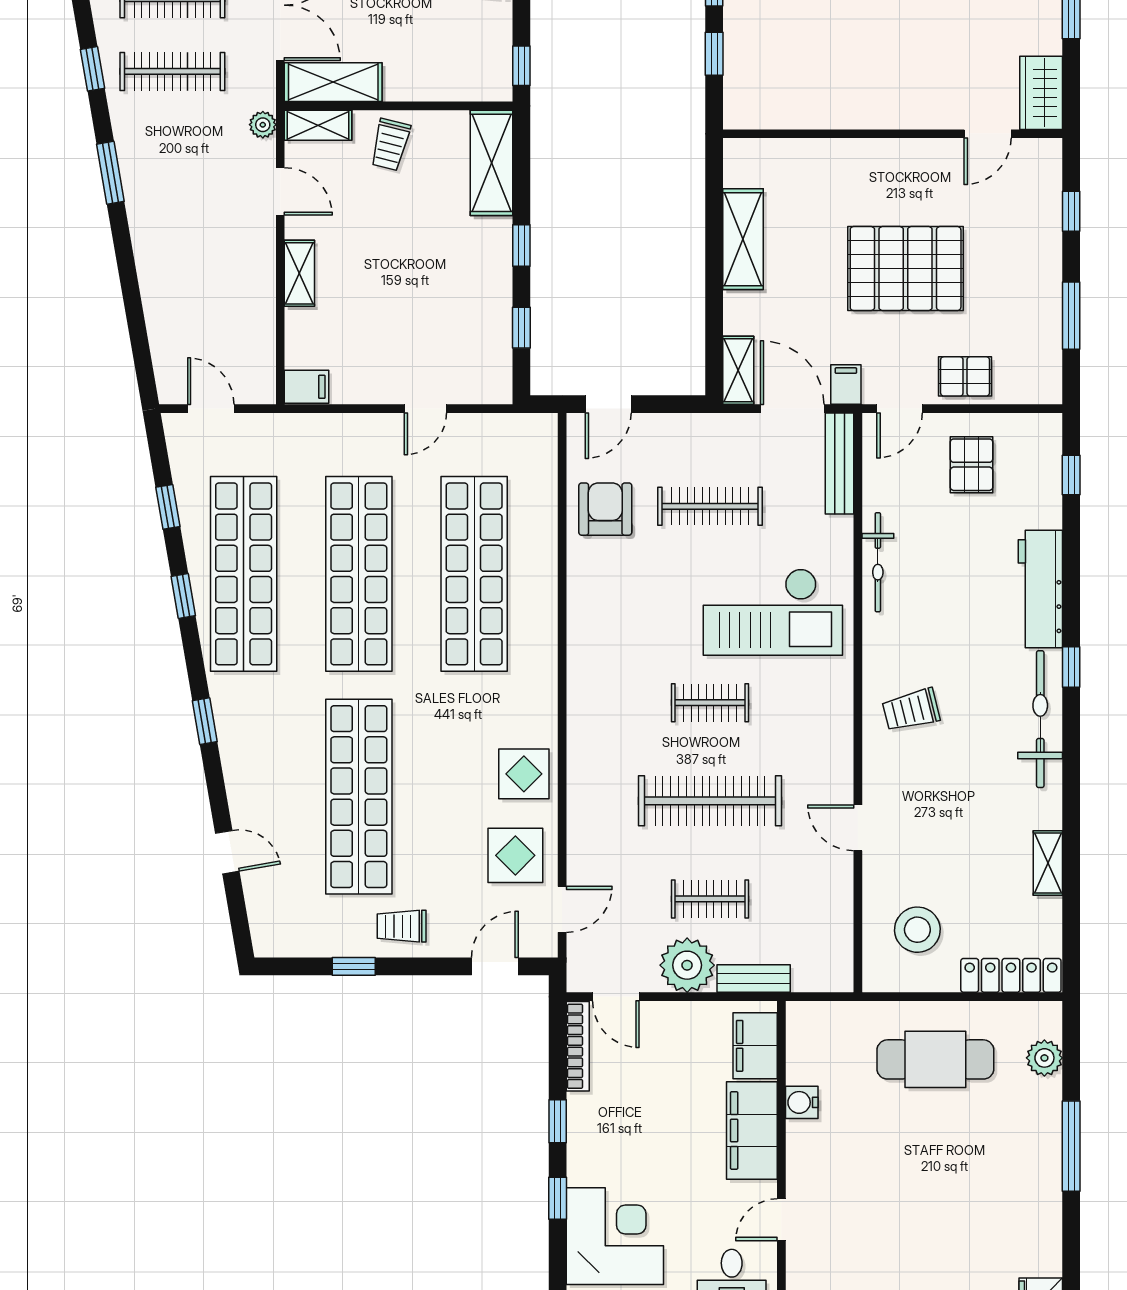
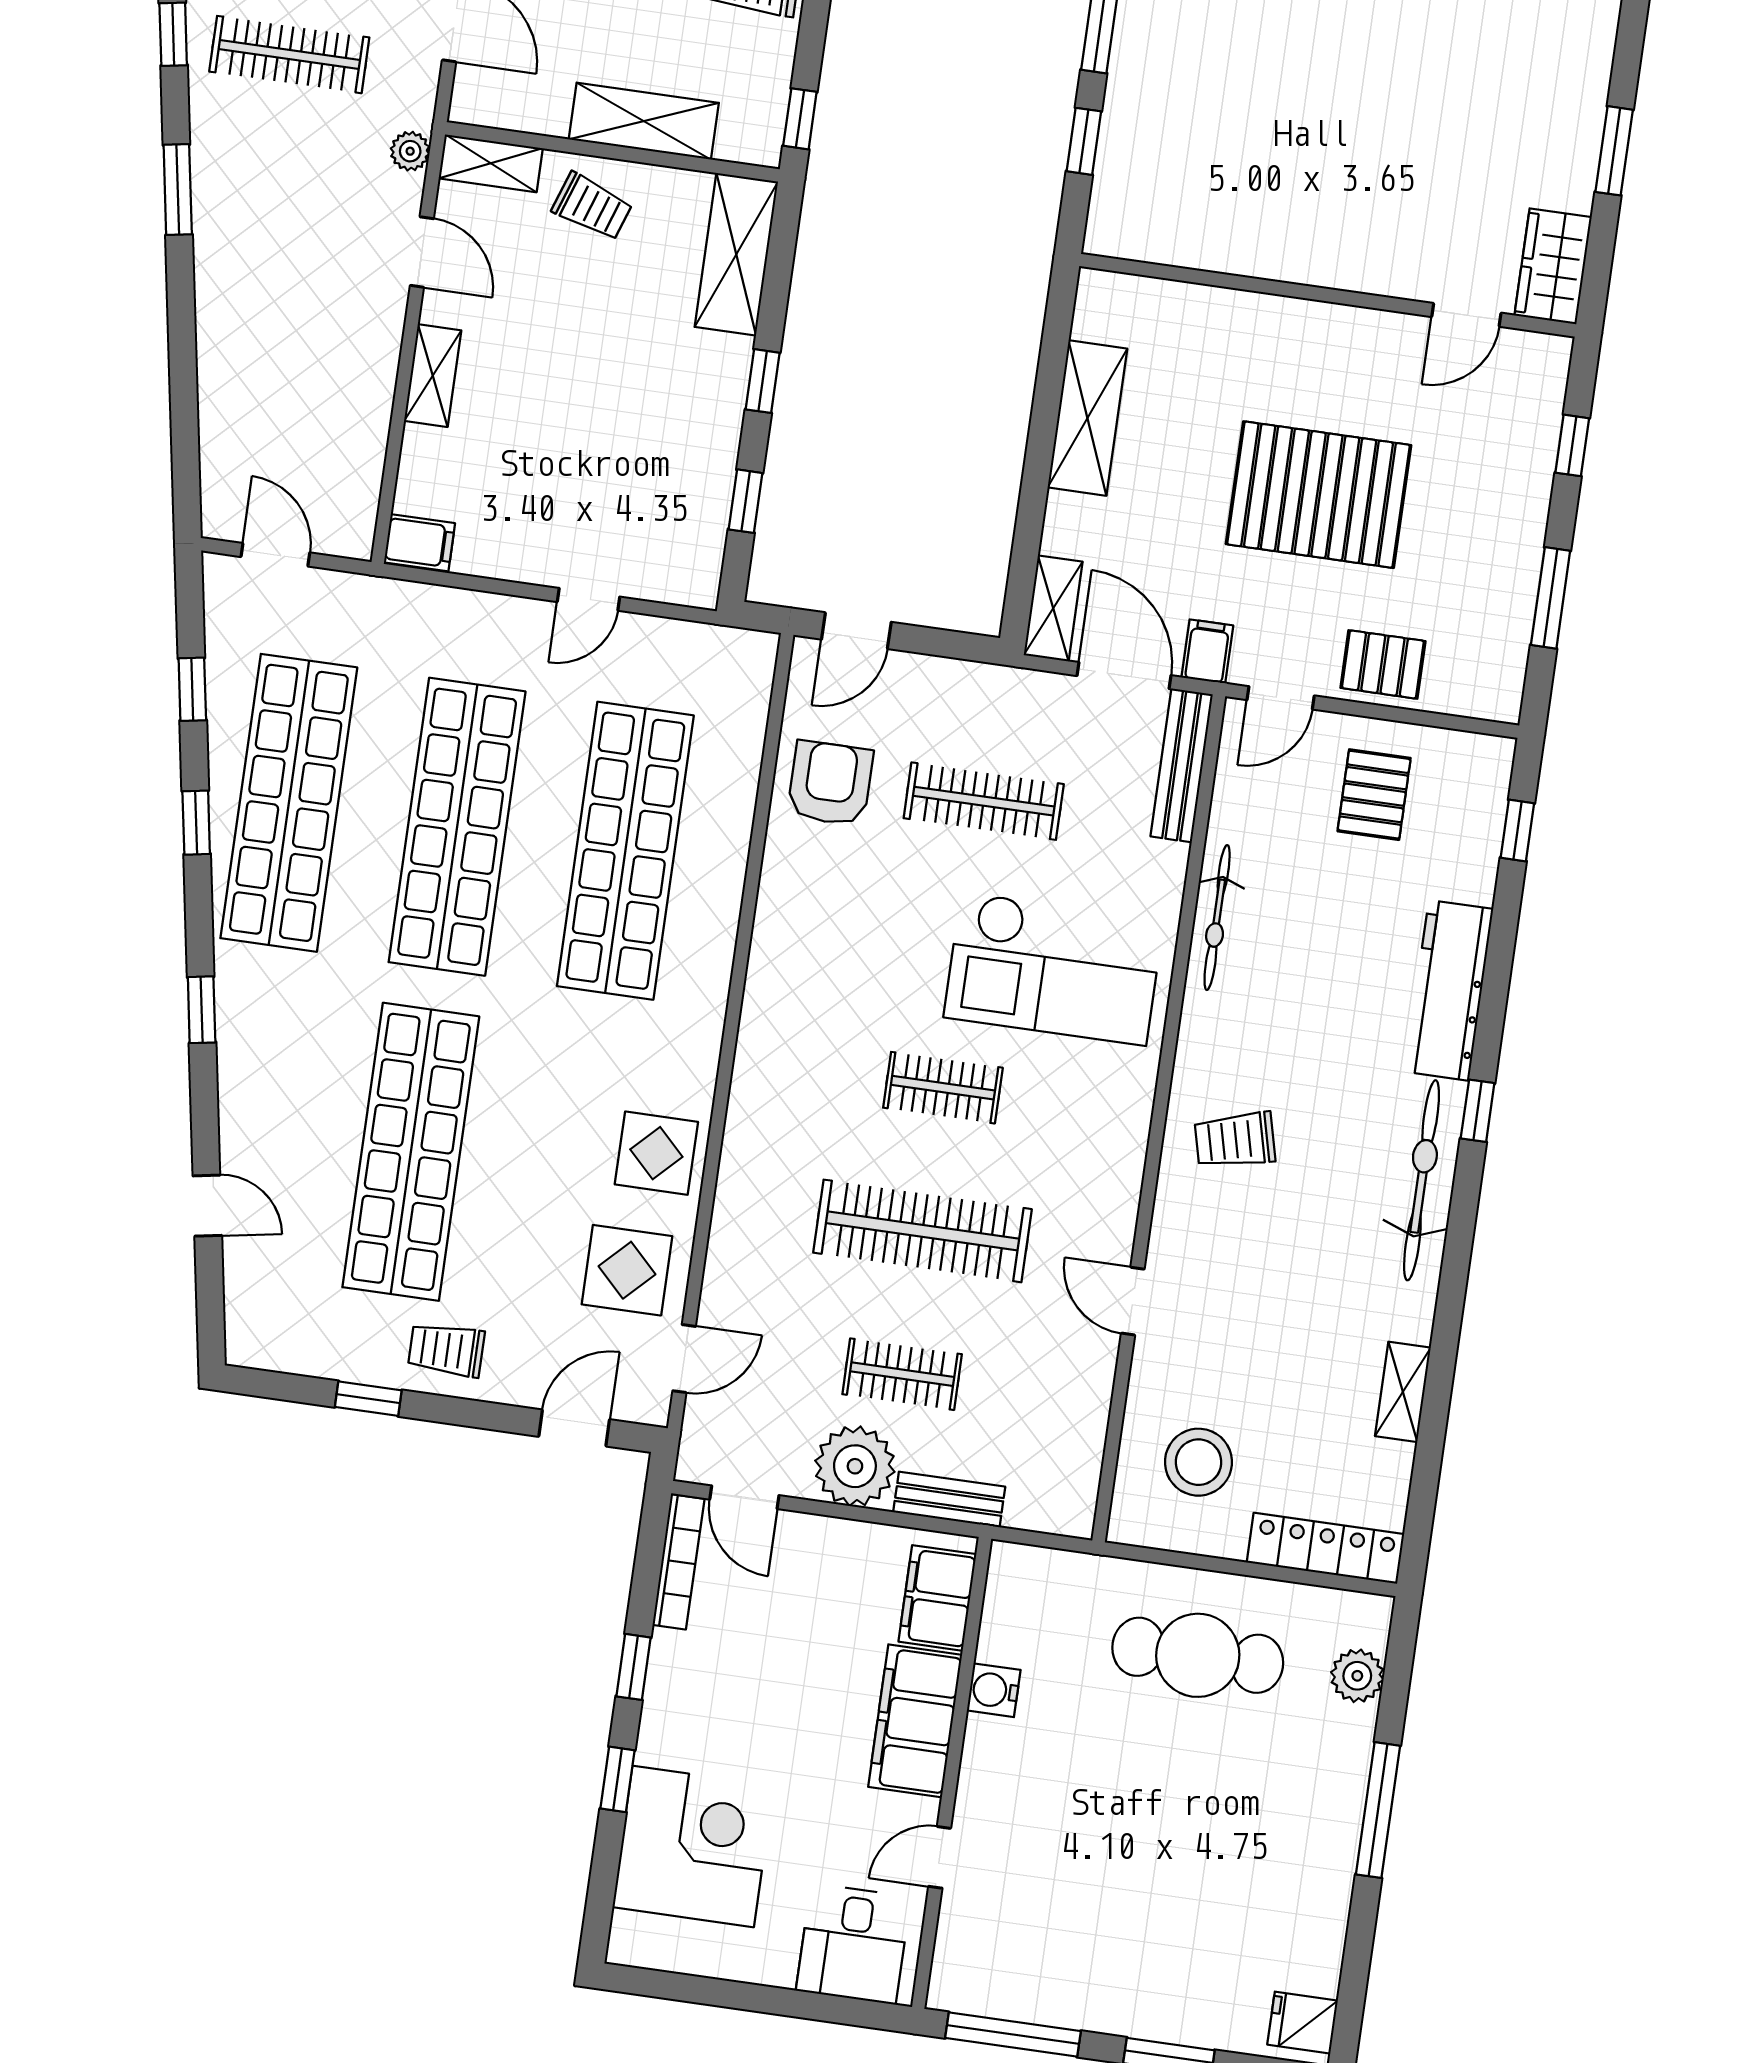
shelving: (333, 82) -> (644, 121), moved
trolley: (390, 145) -> (592, 207), turned -85

